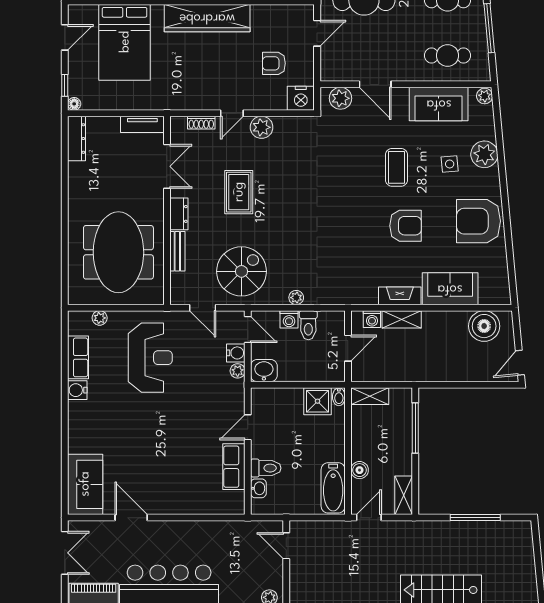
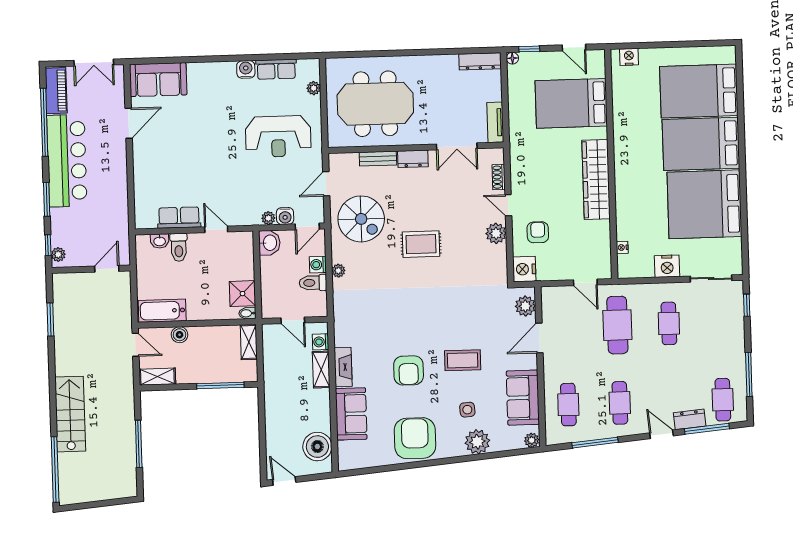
armchair: (274, 63) -> (538, 232), moved
rug: (239, 192) -> (421, 244), moved

